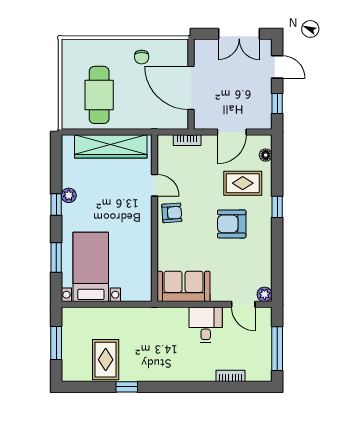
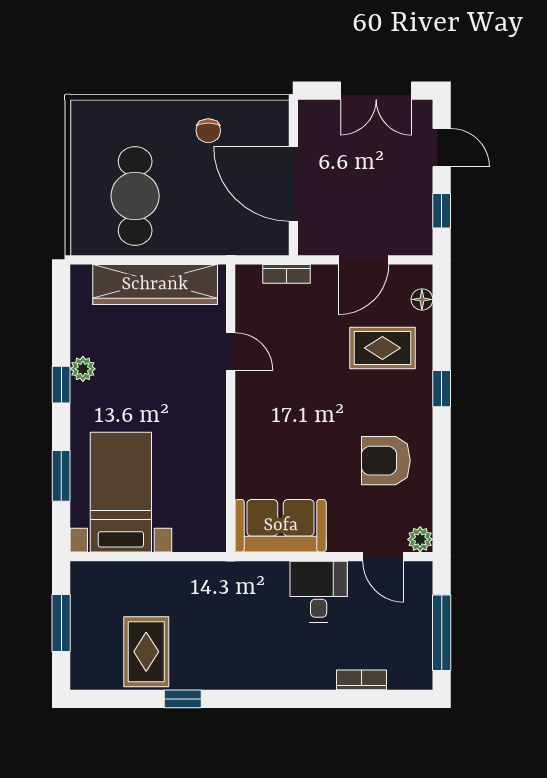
armchair: (172, 213) -> (260, 399), removed
armchair: (232, 224) -> (386, 461), moved

